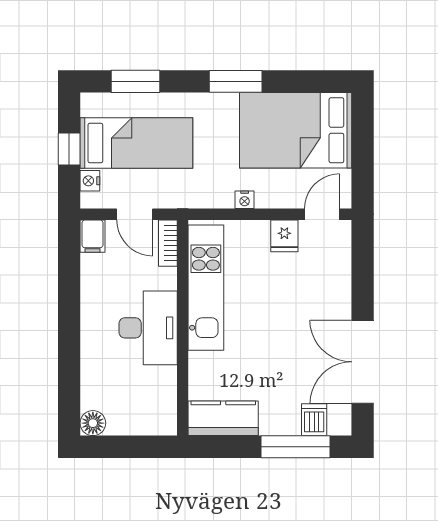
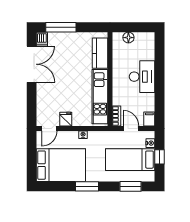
desk: (148, 328) -> (142, 77), moved, turned 180
kitchen counter: (223, 418) -> (100, 53), moved, turned 90
dishwasher: (314, 420) -> (42, 39), moved
floor lamp: (93, 423) -> (128, 38), moved

